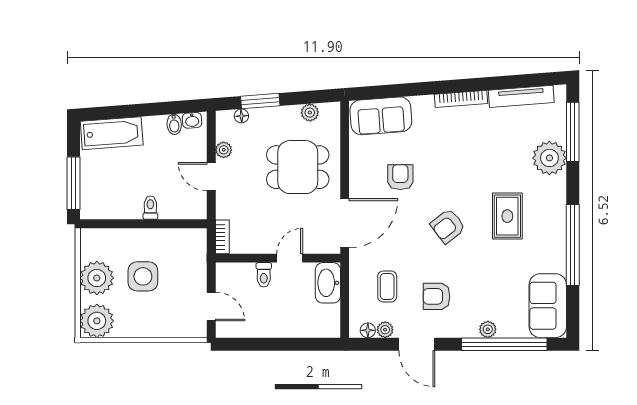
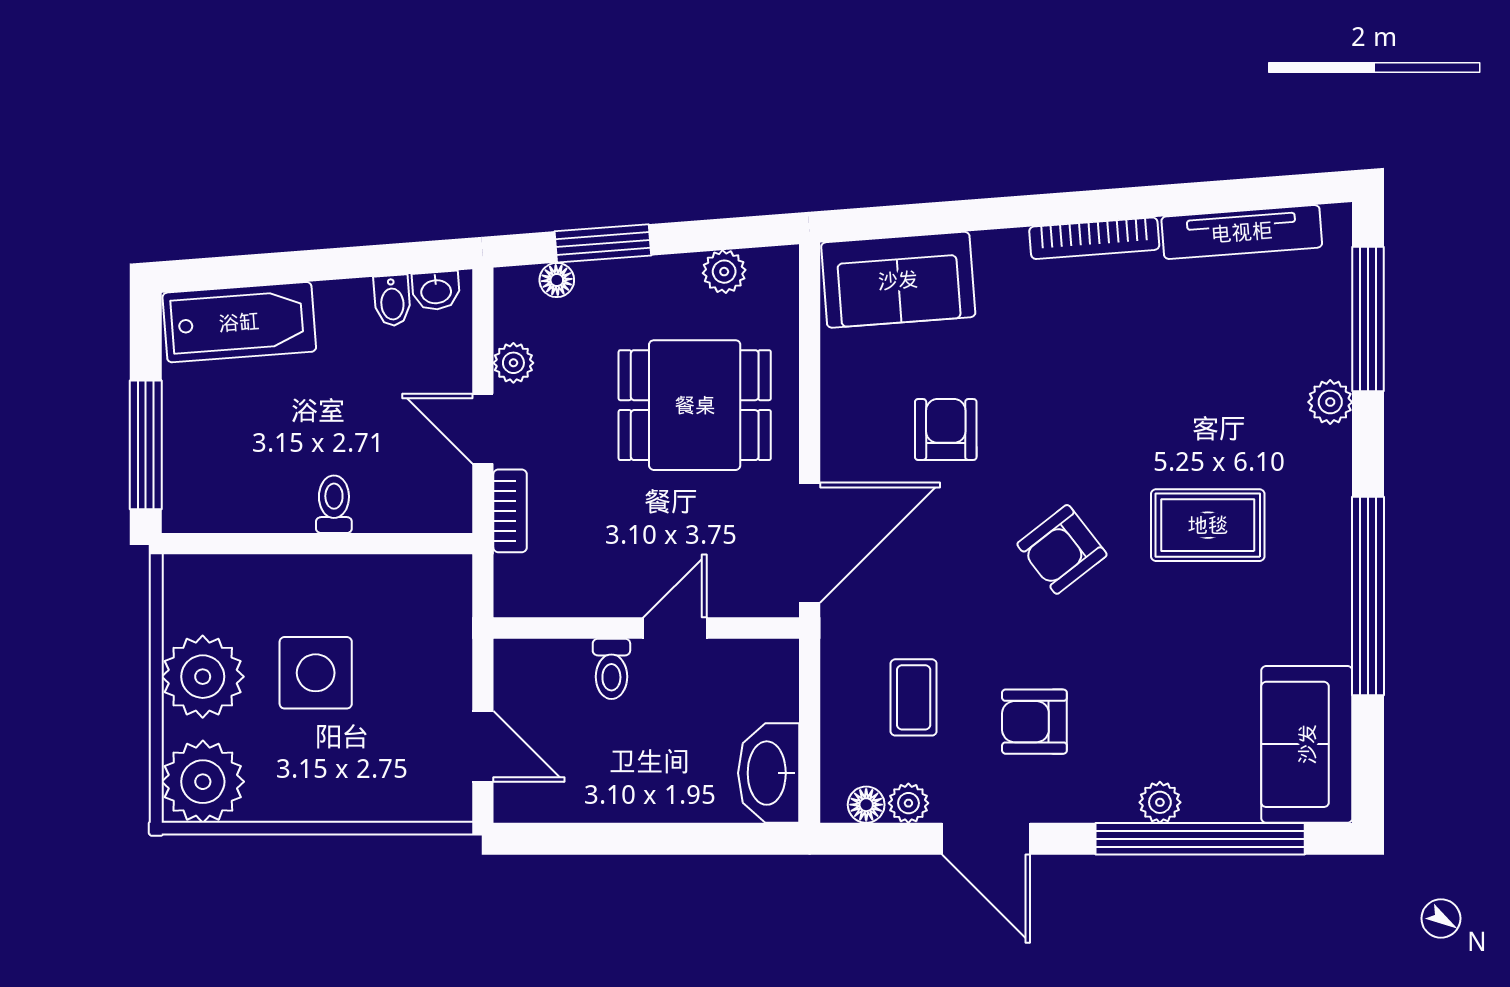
plant: (549, 158) -> (1330, 402), width x0.53, depth x0.53
rug: (507, 216) -> (1208, 525), turned 90
bookcase: (222, 237) -> (510, 511), moved
washbasin: (328, 283) -> (769, 773), moved

